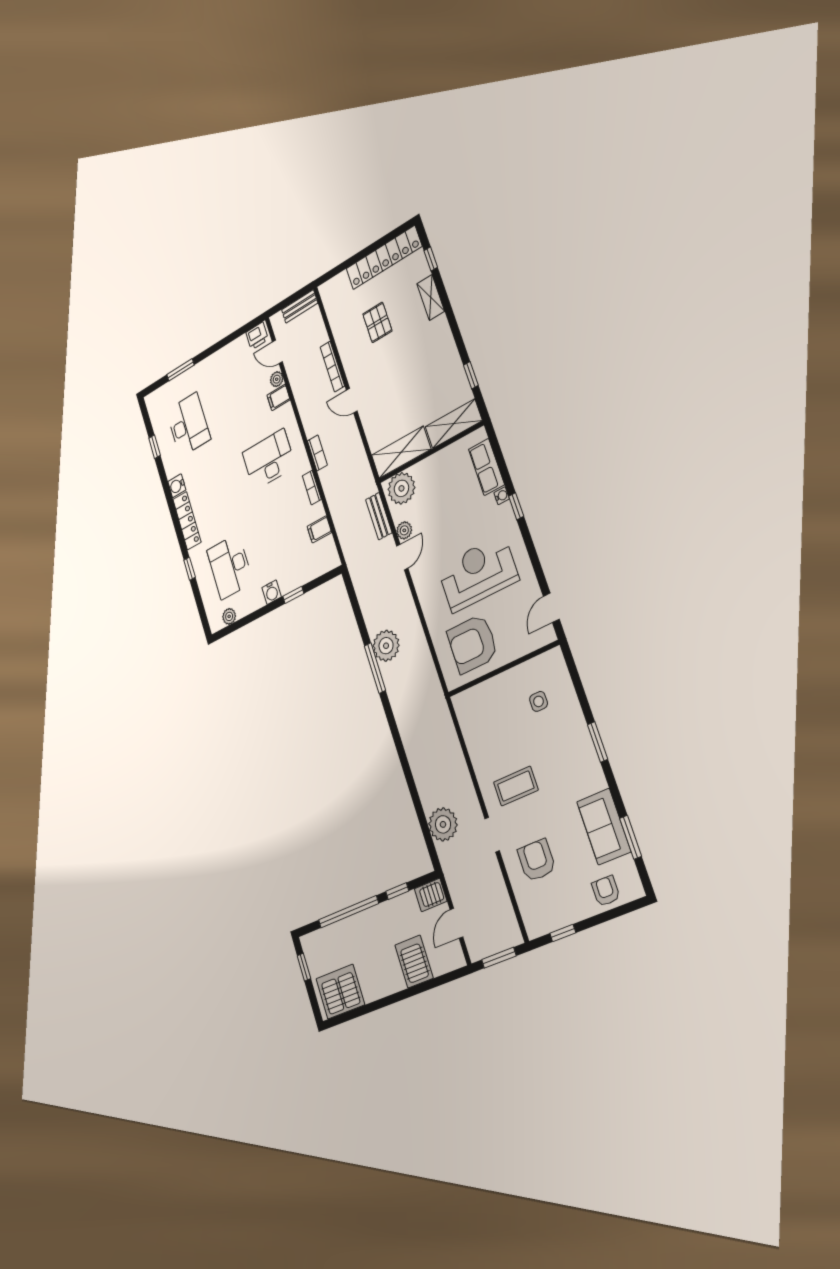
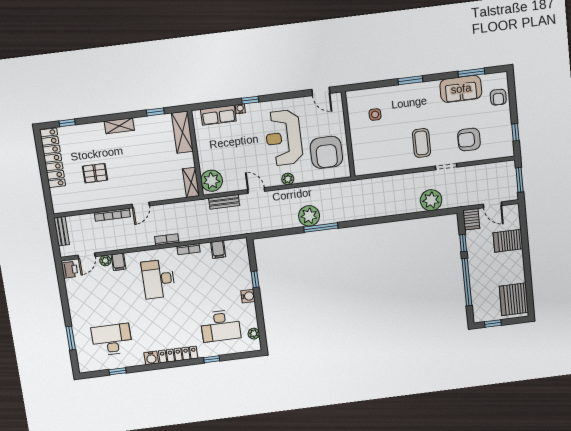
shelving: (431, 298) -> (119, 126), moved
shelving: (401, 452) -> (191, 182), width x0.67, depth x0.75
plant: (404, 530) -> (288, 179), moved
armchair: (606, 891) -> (498, 97), turned -90

